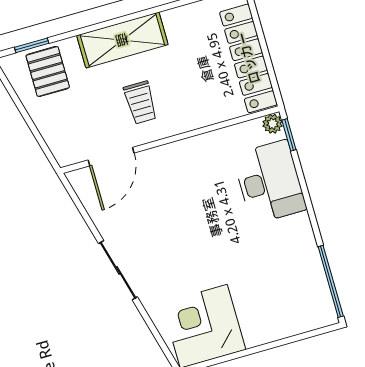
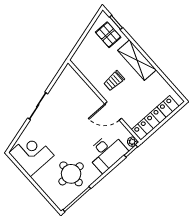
pallet: (48, 71) -> (108, 35), turned 90
door: (111, 157) -> (113, 111), moved
round table: (278, 269) -> (71, 174), added

